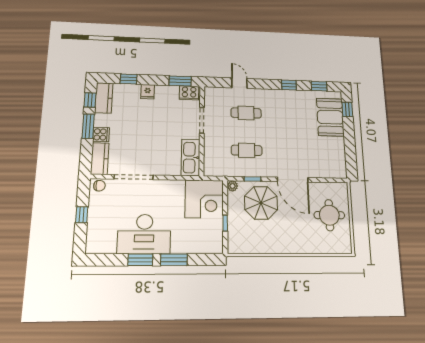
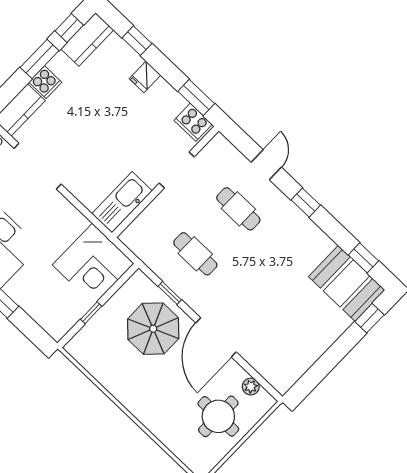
window: (289, 85) -> (306, 203), moved
booth: (330, 117) -> (347, 283), moved, turned 90
plant: (232, 186) -> (251, 387), moved

